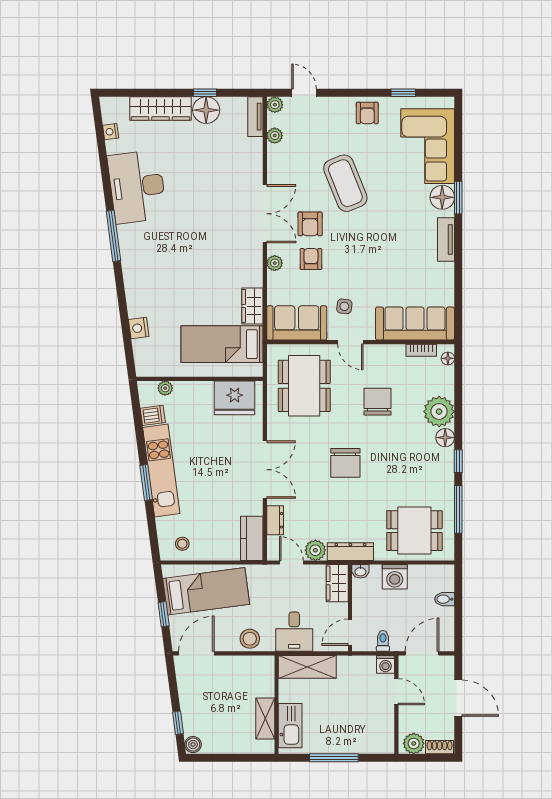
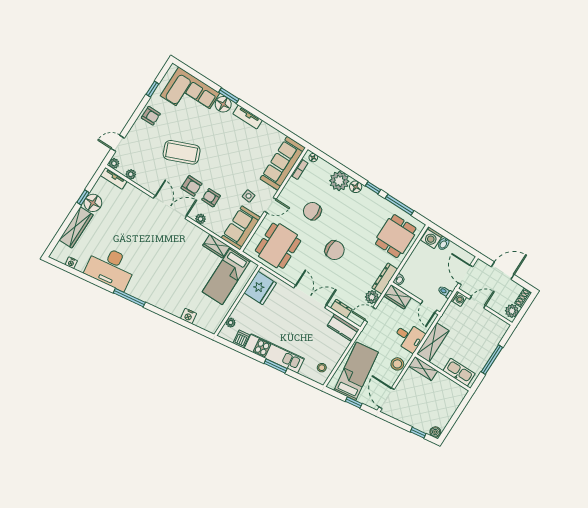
dining table: (304, 386) -> (278, 246), turned 90
washing machine: (395, 577) -> (432, 238), moved, turned 90
shelving: (265, 718) -> (423, 369), moved

